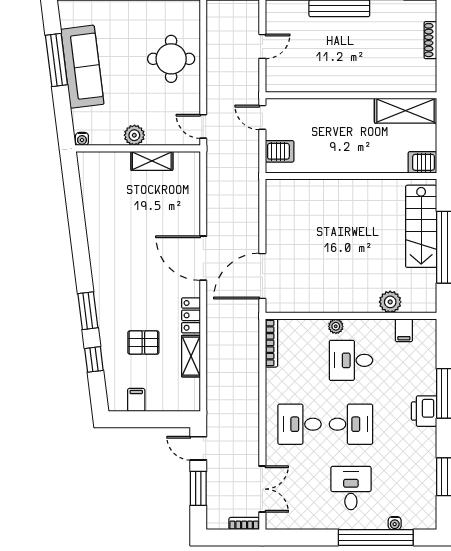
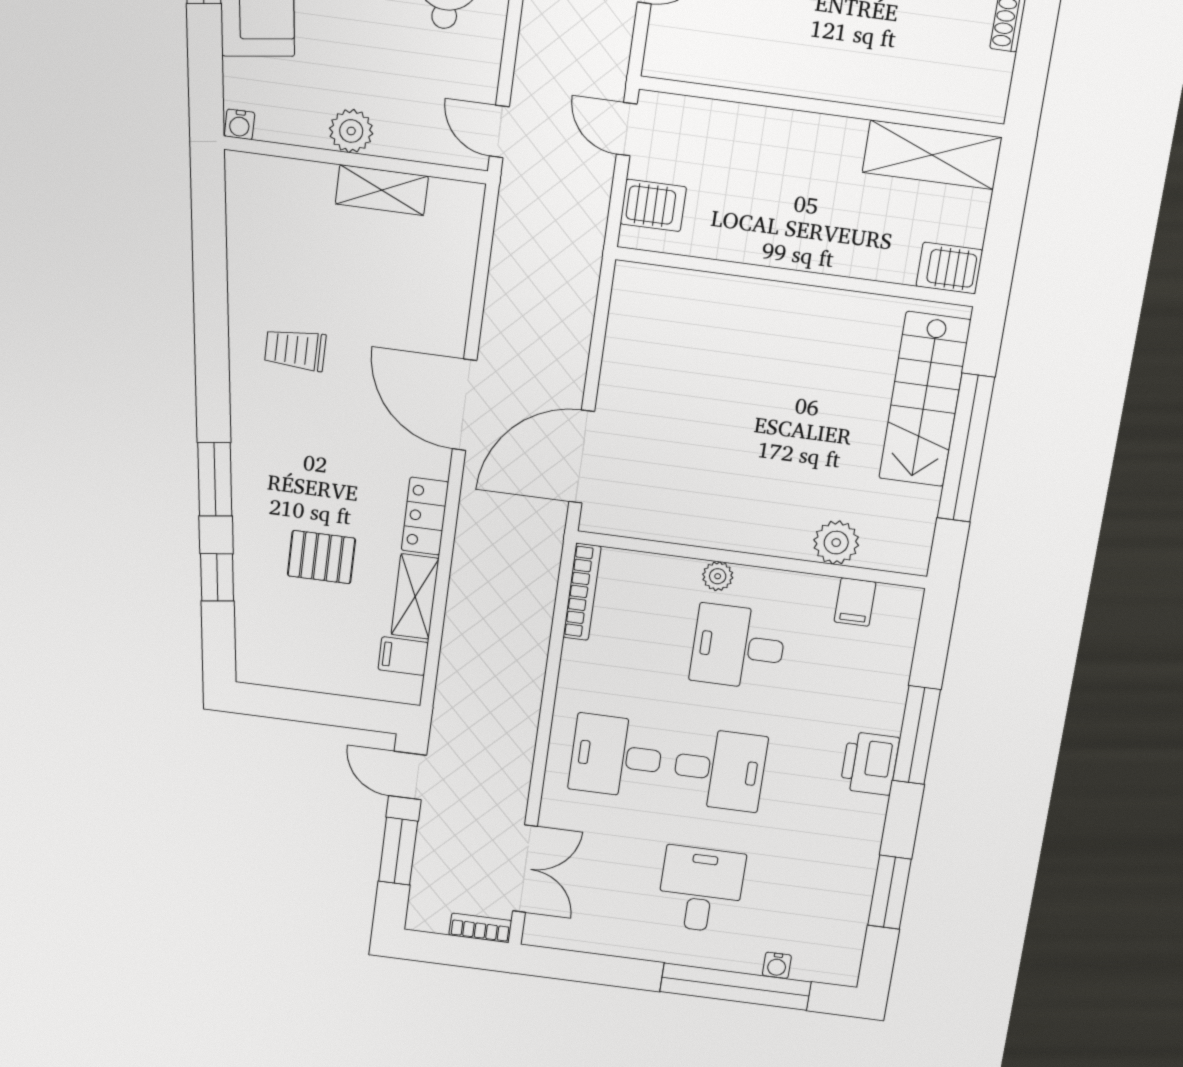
trolley: (120, 242) -> (295, 350), added
filing cabinet: (136, 400) -> (403, 656), moved, turned -90

